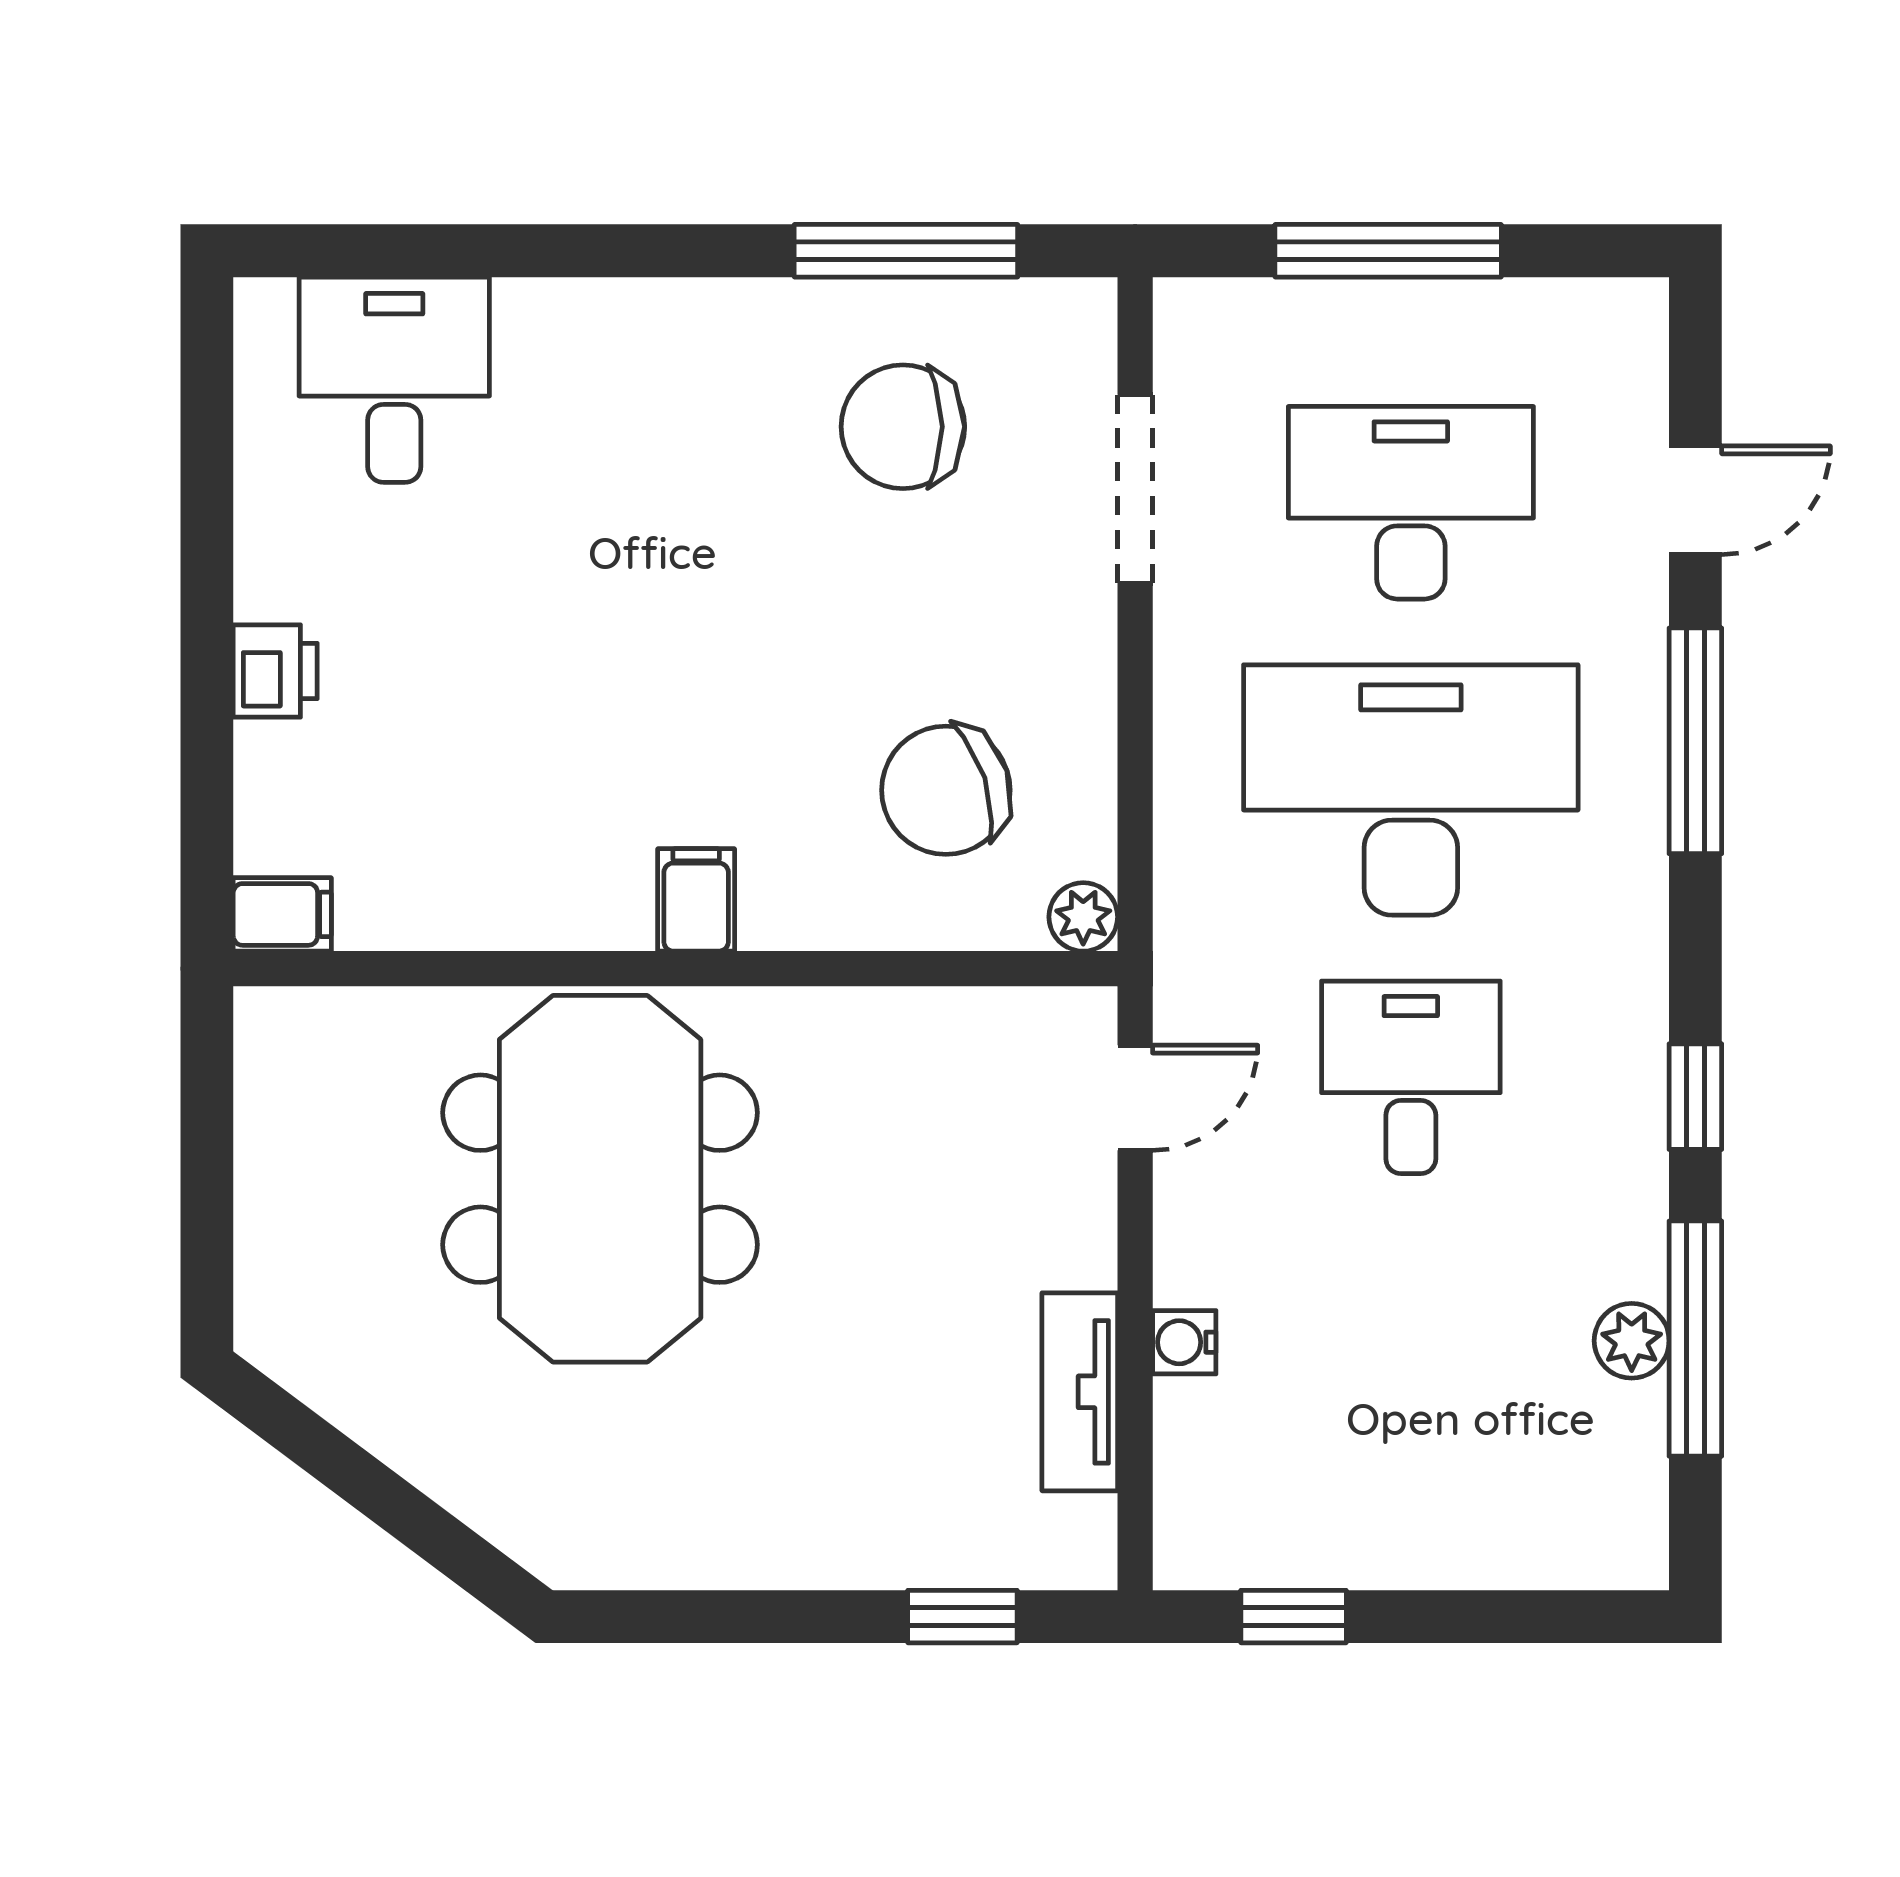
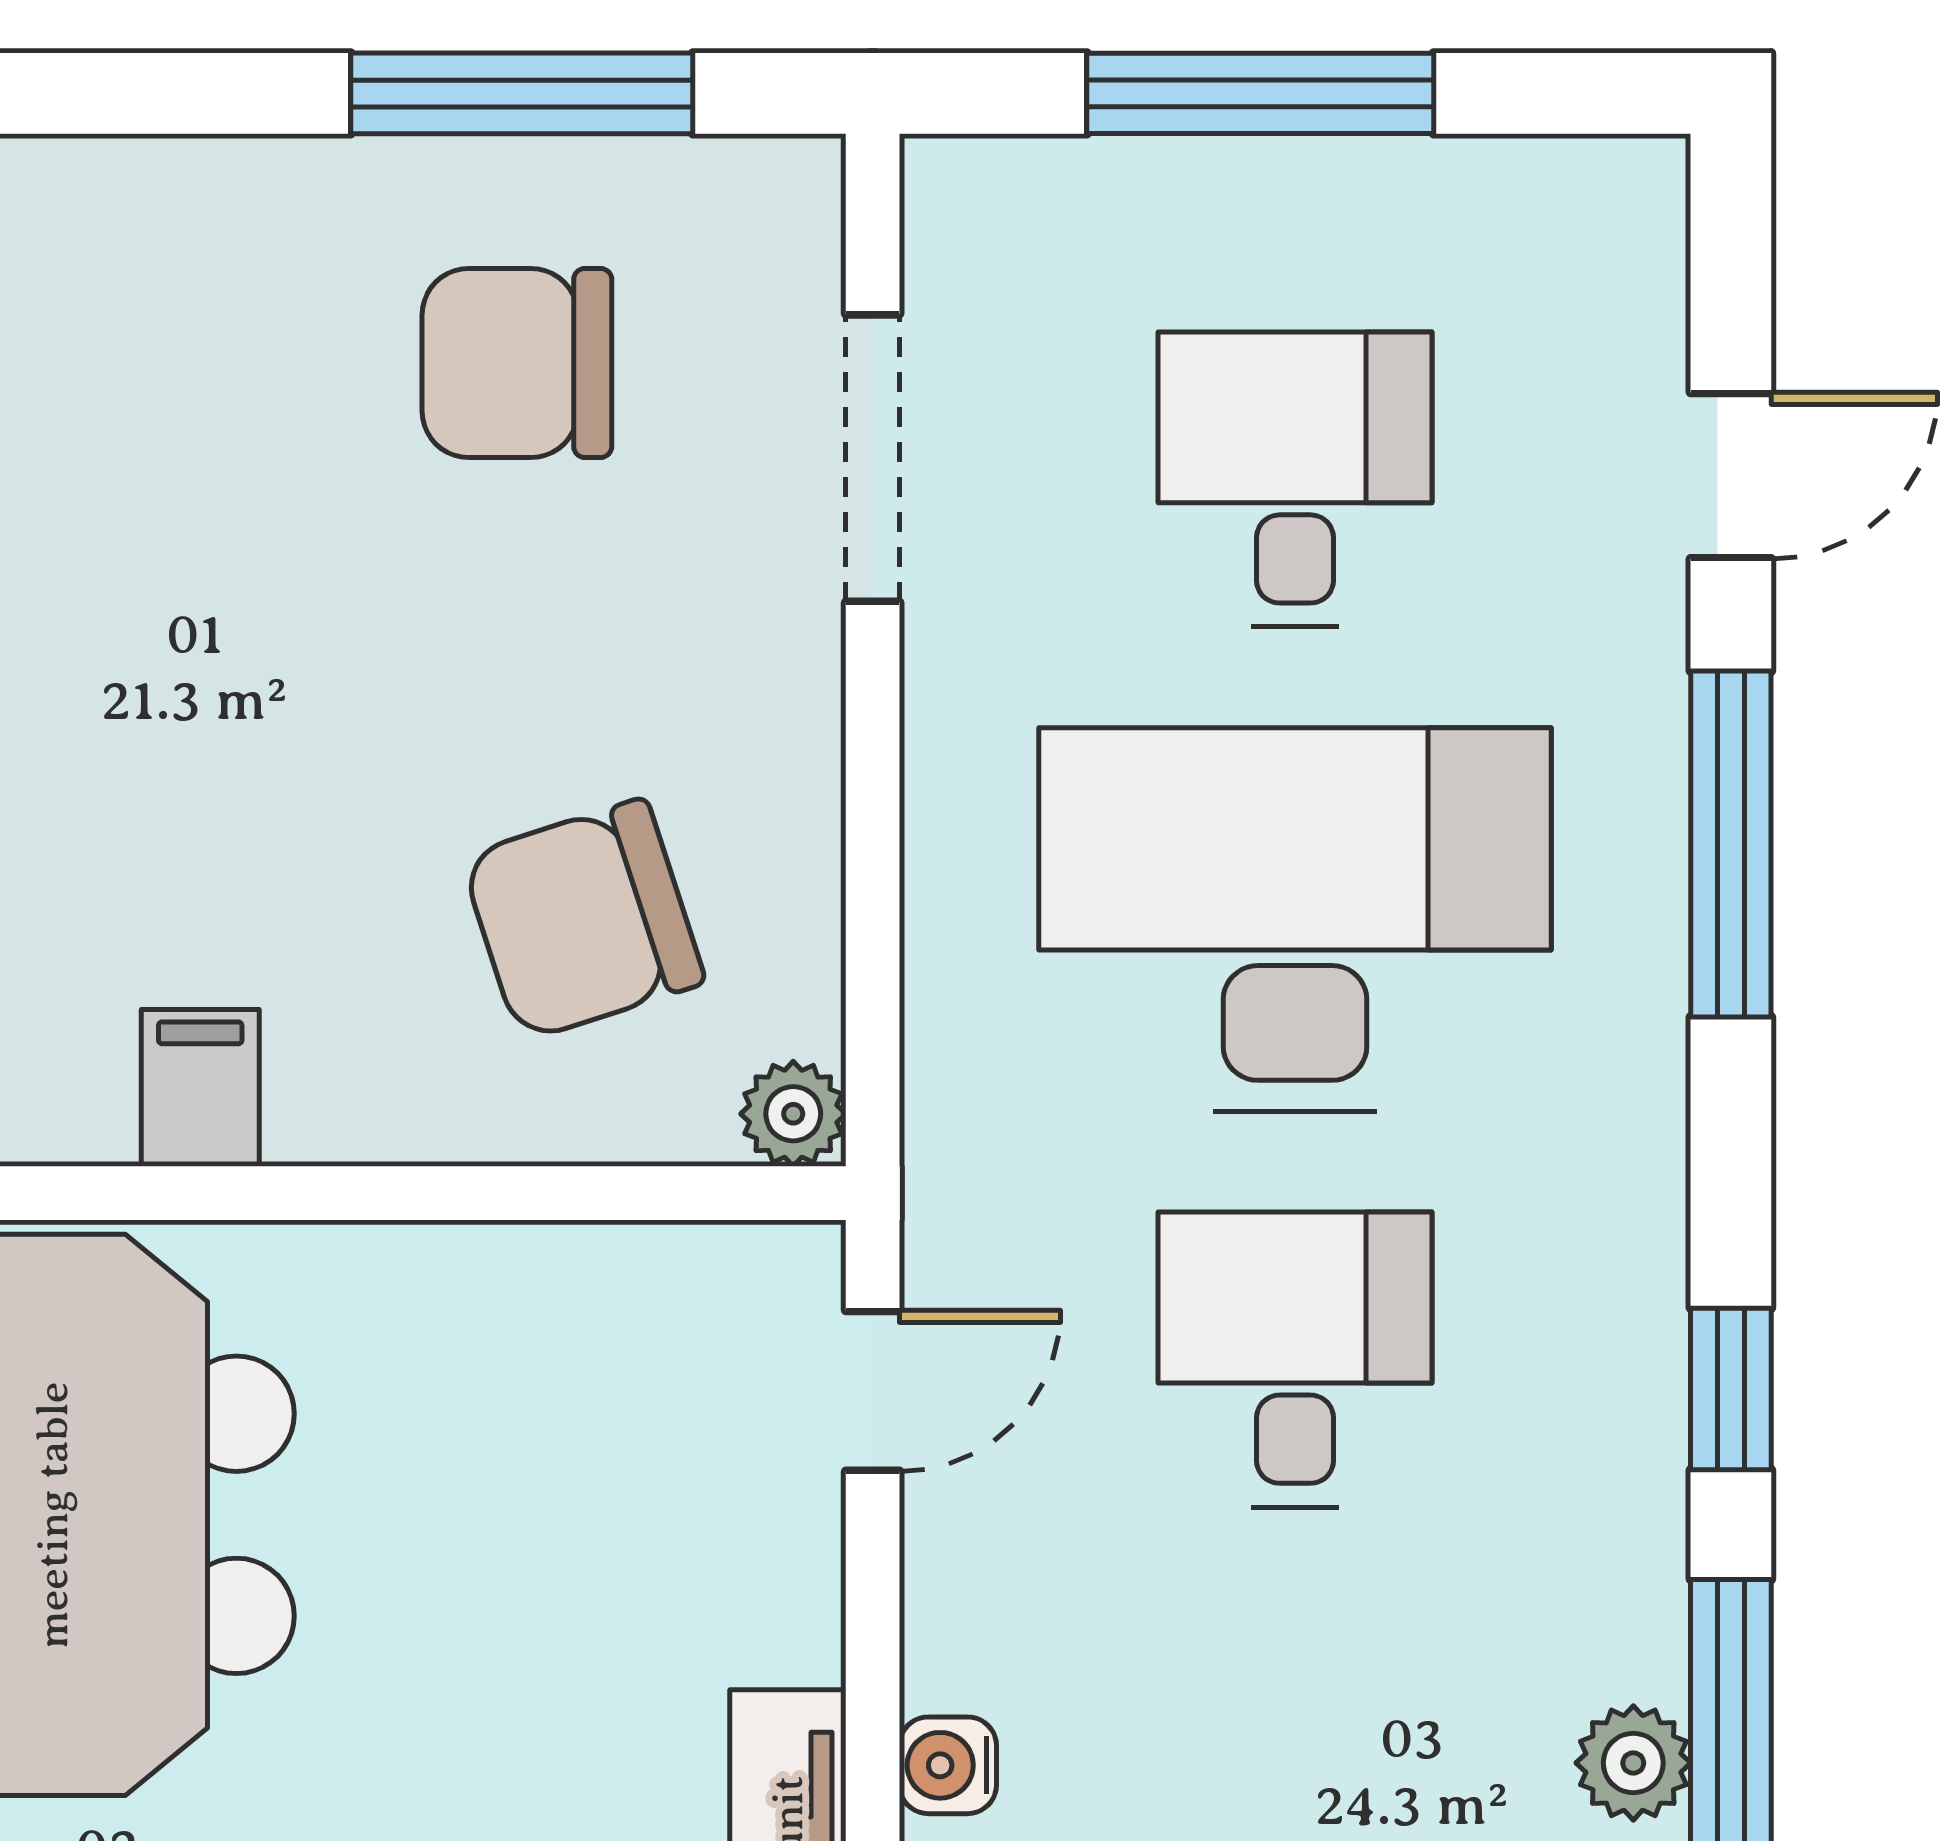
desk: (1411, 503) -> (1295, 479), width x0.73

